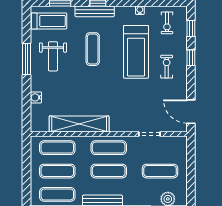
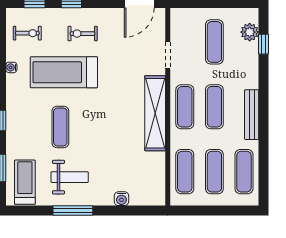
bench: (95, 11) -> (13, 125), removed
exercise mat: (93, 49) -> (60, 127), turned 90
treadmill: (136, 52) -> (64, 72), turned 180
shelving: (79, 124) -> (155, 113), moved

